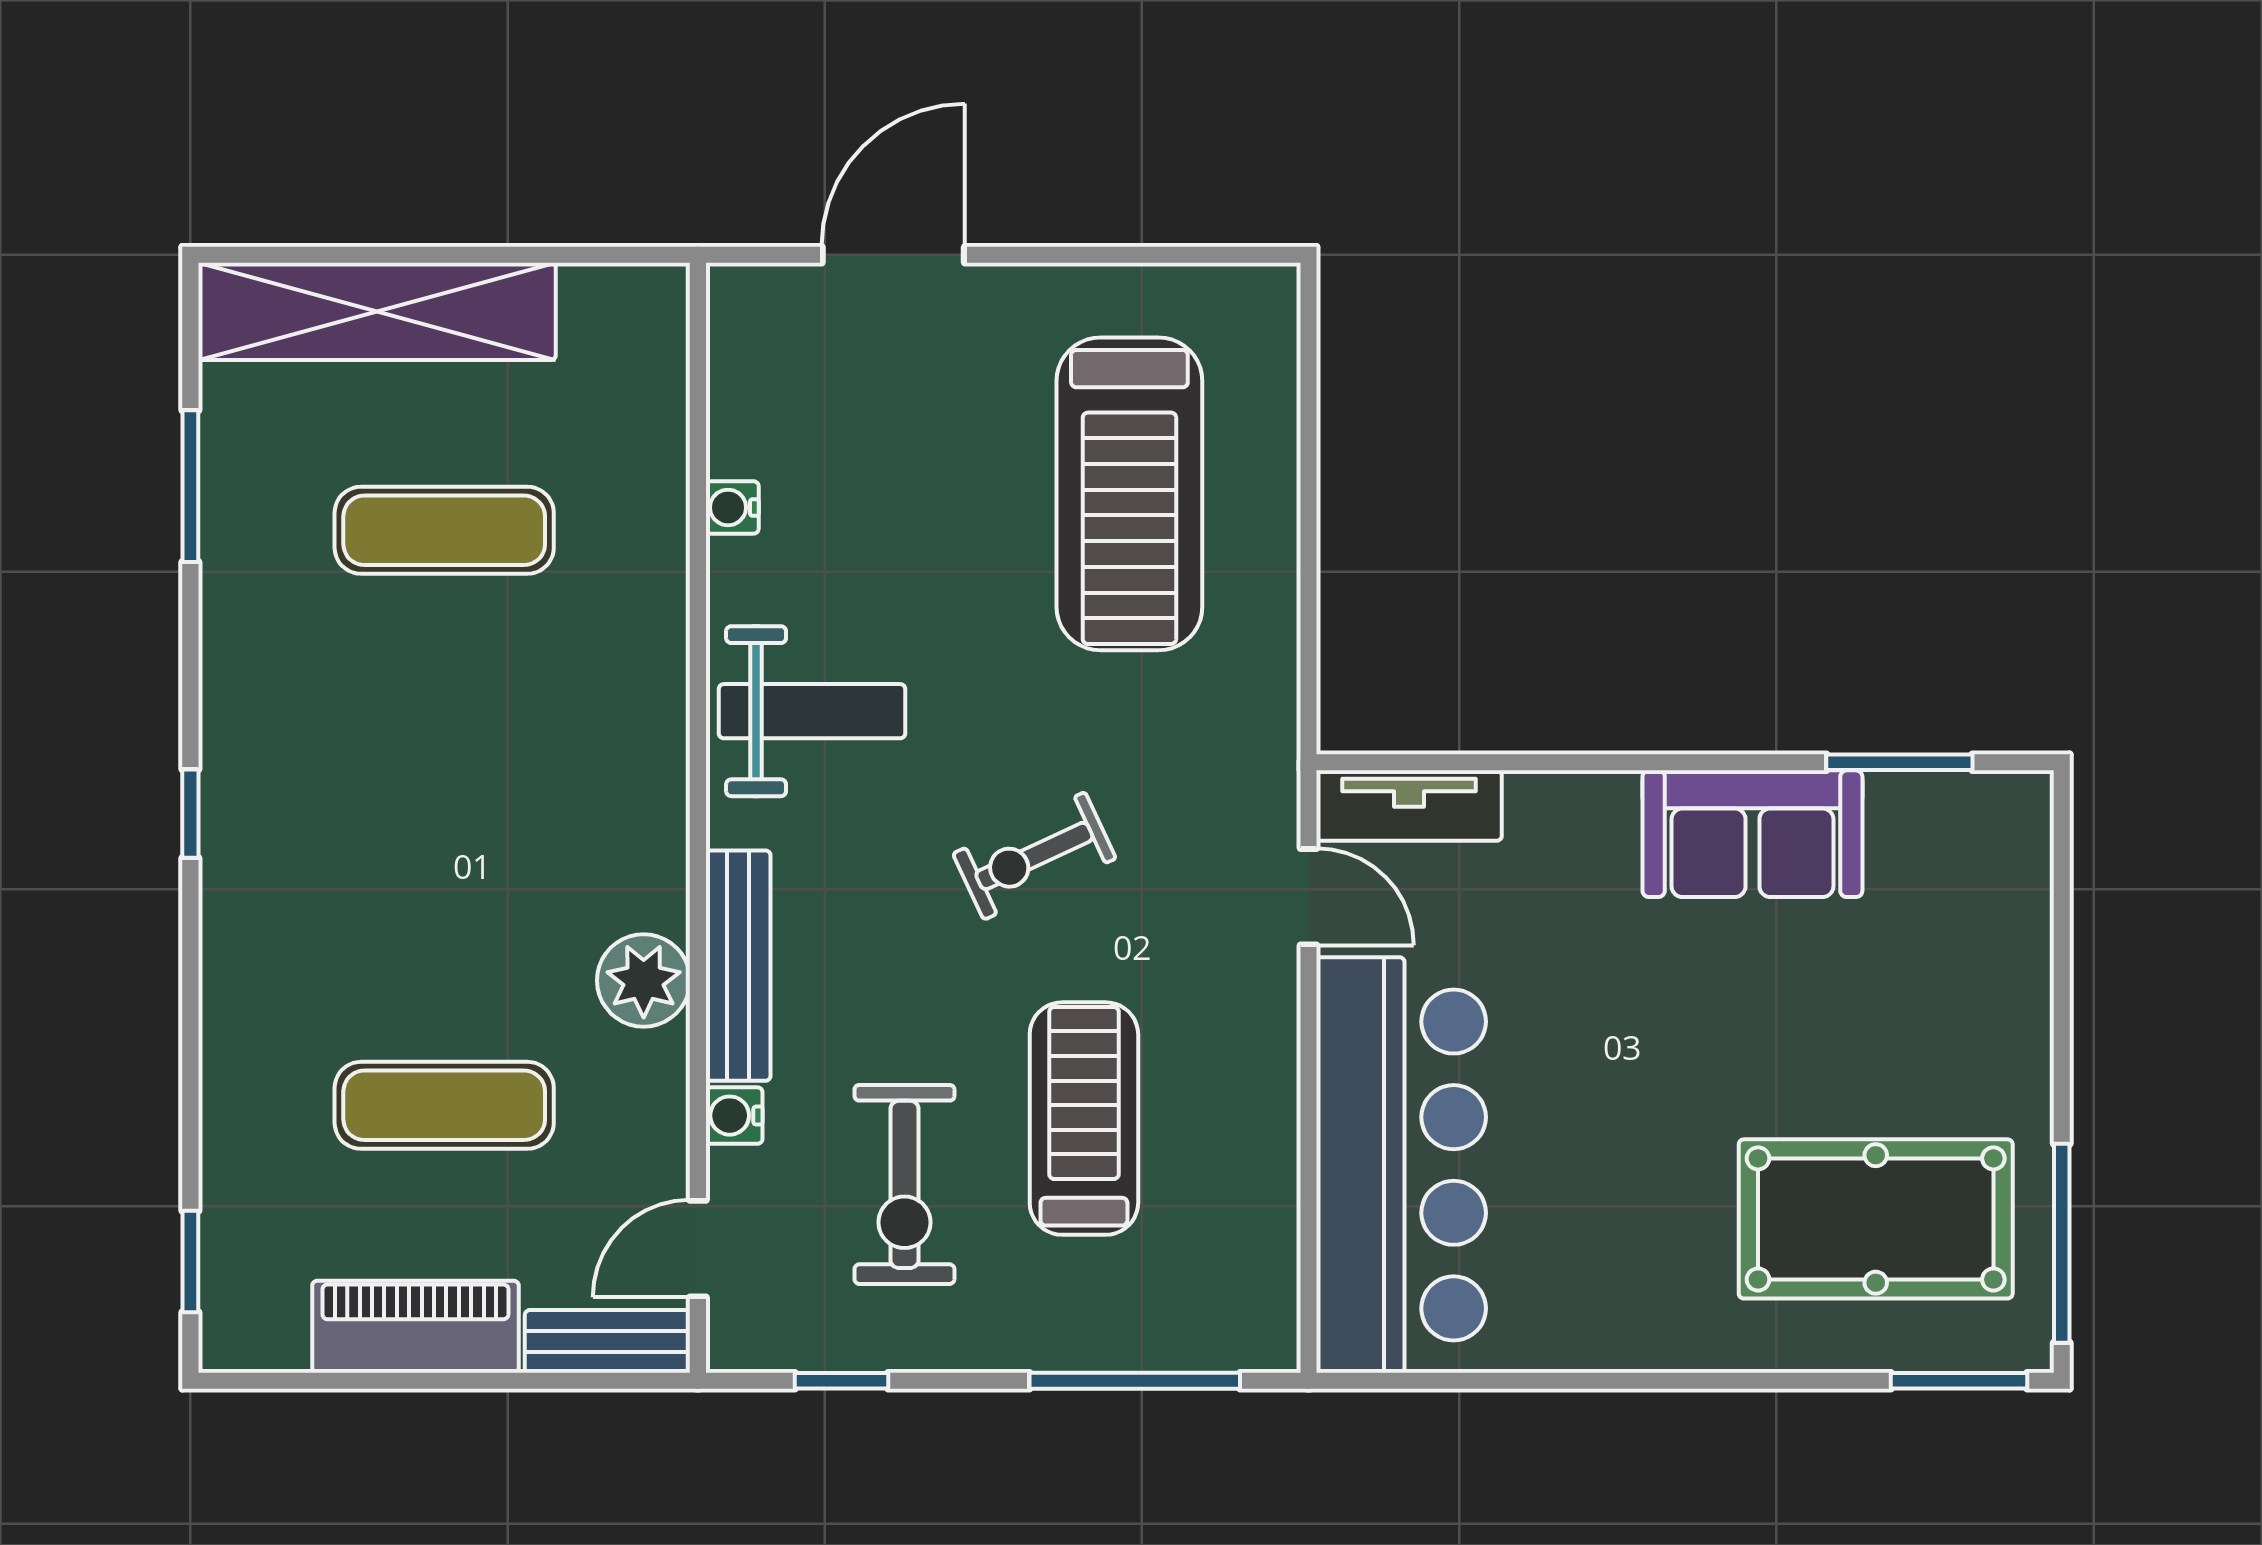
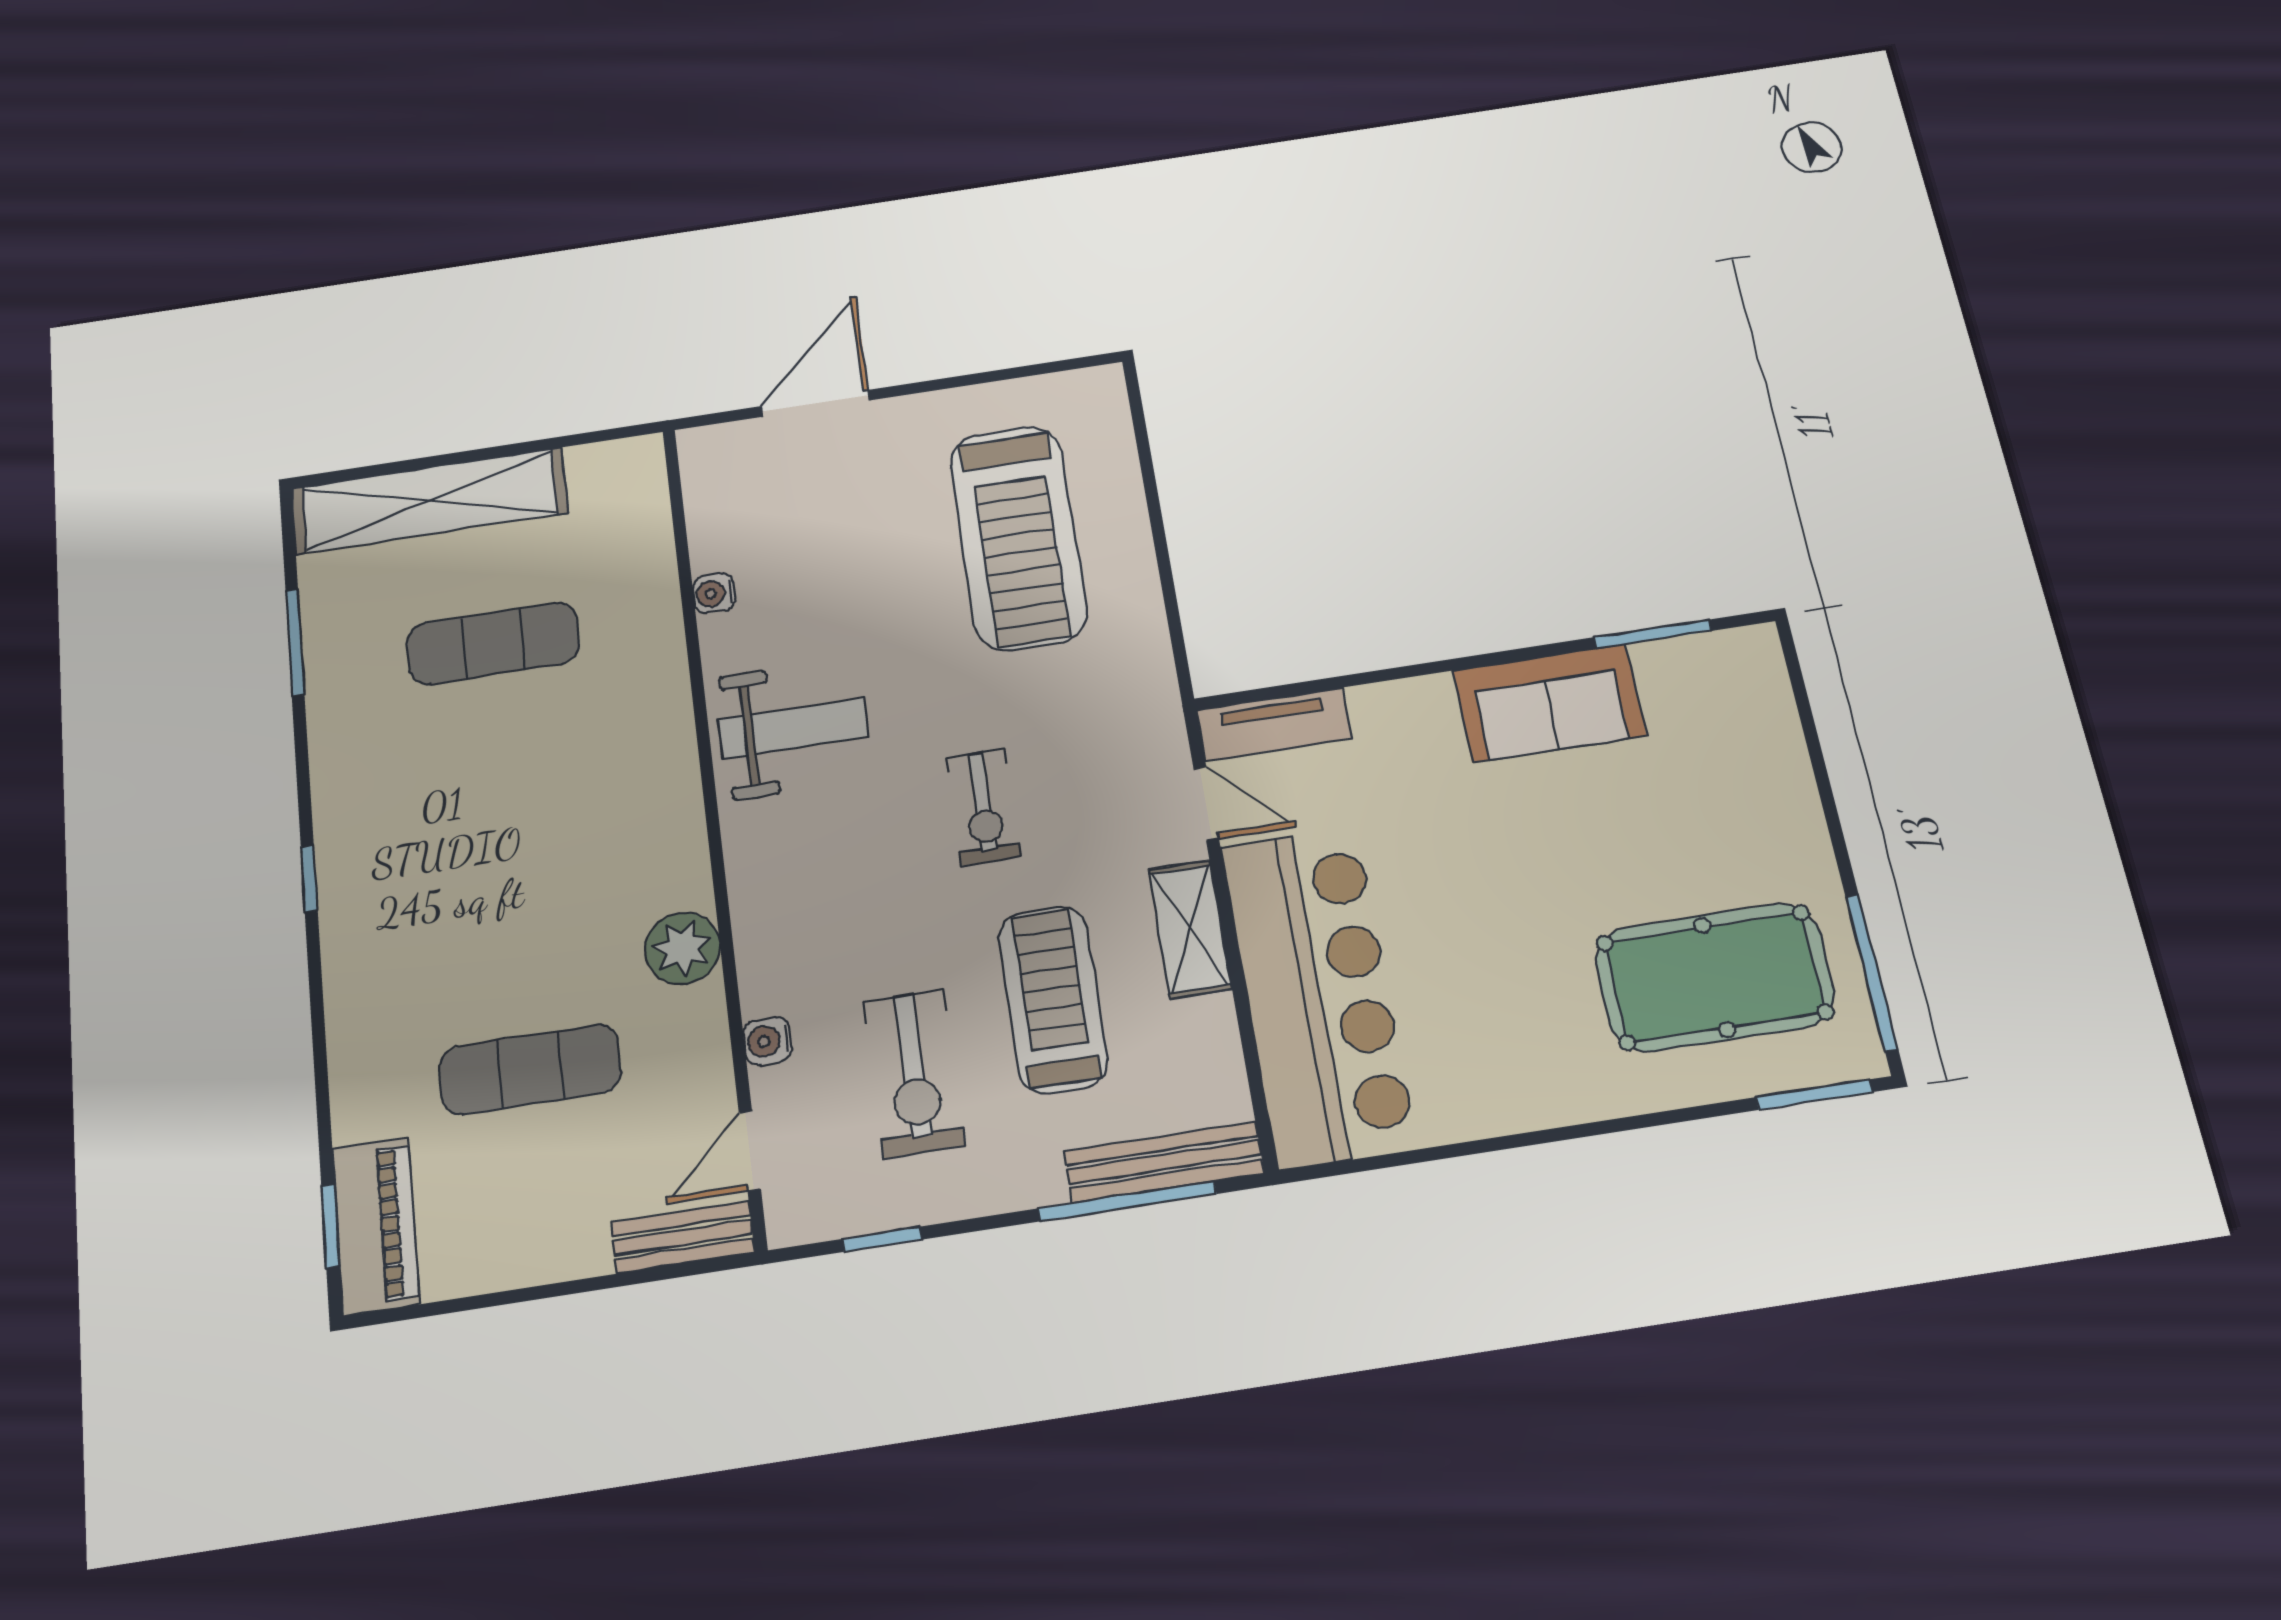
exercise bike: (1034, 856) -> (983, 807), turned -65
bench: (738, 966) -> (1164, 1162), moved, turned 90
shelving: (1262, 1056) -> (1190, 929), added
piano: (415, 1327) -> (376, 1226), moved, turned 90

